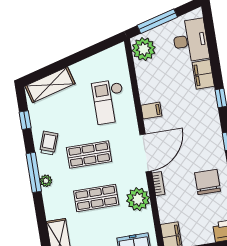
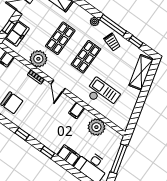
plant: (144, 49) -> (96, 127), moved
door: (146, 153) -> (58, 86), width x0.53
window: (34, 172) -> (113, 25), moved

